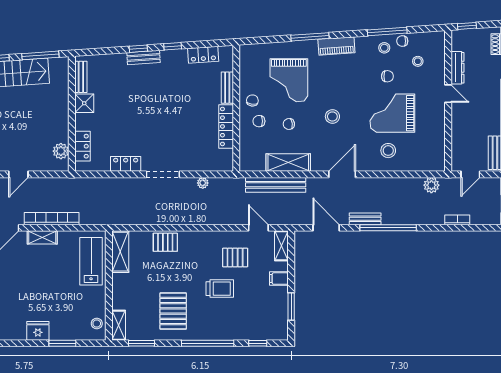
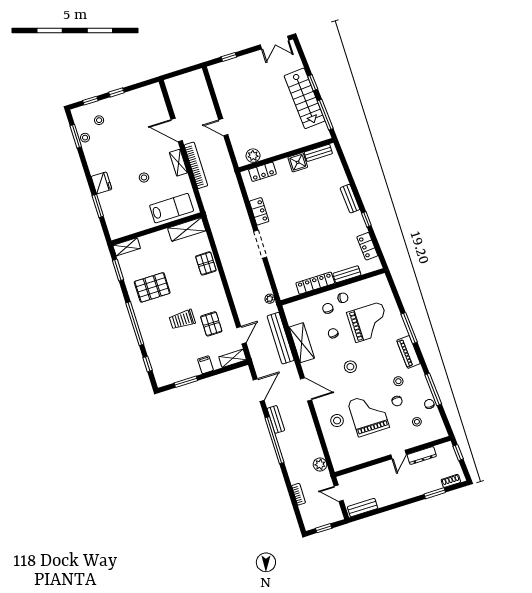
stool: (384, 48) -> (398, 381), moved
window: (138, 49) -> (356, 192), removed
grand piano: (289, 80) -> (369, 322), turned 180
plant: (203, 183) -> (270, 299), moved
trolley: (220, 289) -> (182, 319), turned 90
stool: (97, 324) -> (144, 177), moved

